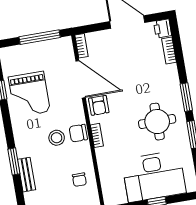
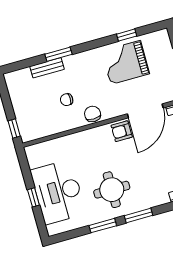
bookcase: (97, 135) -> (92, 132), removed
stool: (57, 138) -> (86, 93), removed
chair: (79, 180) -> (67, 100), moved

